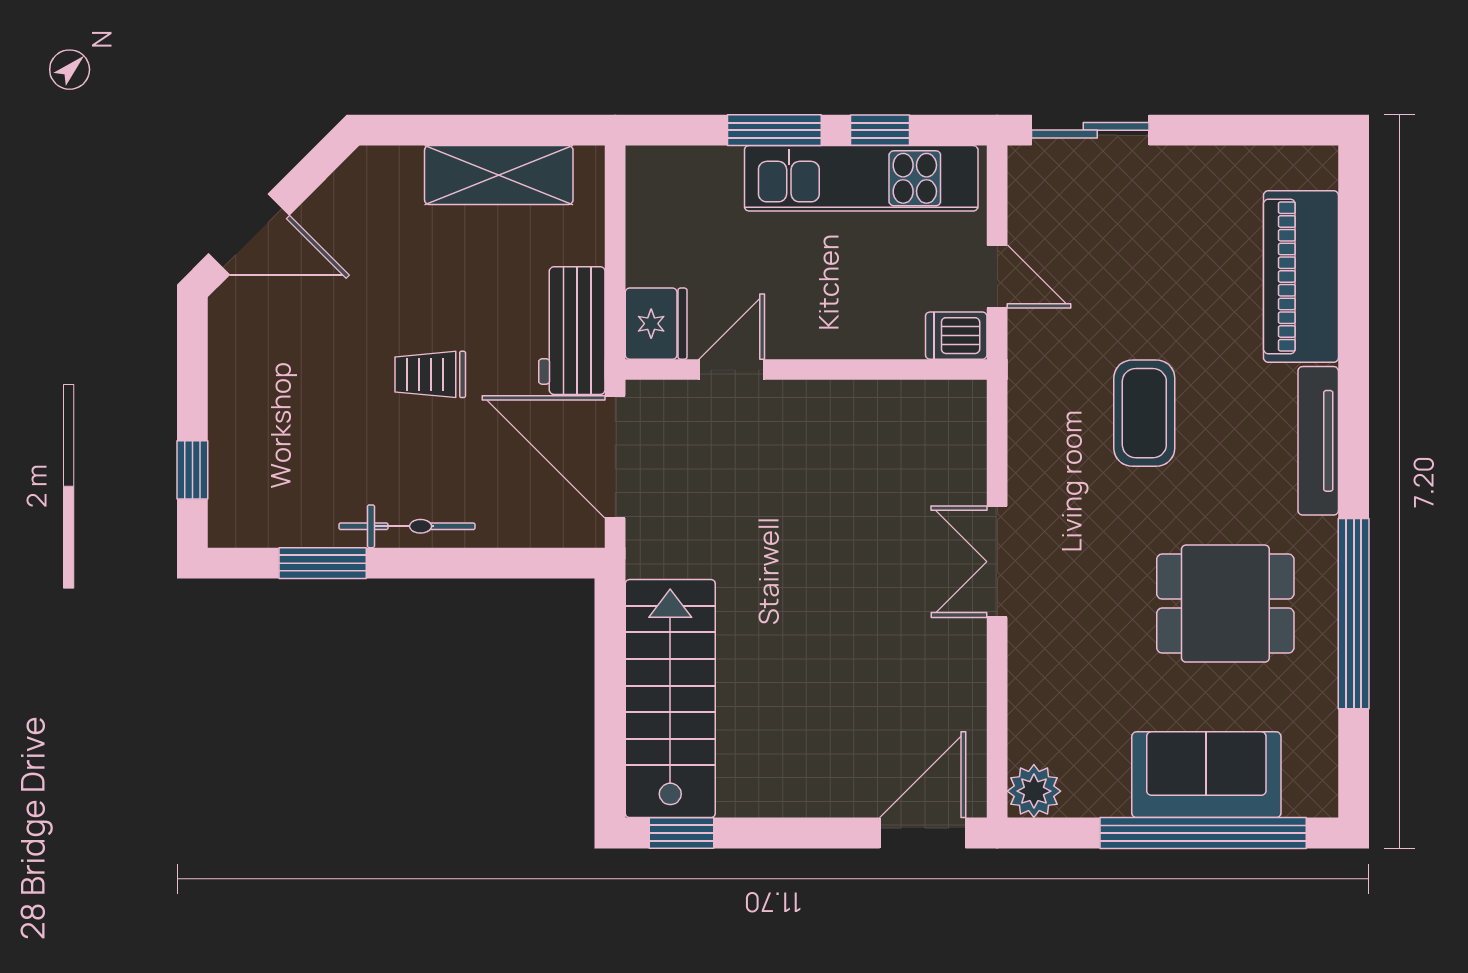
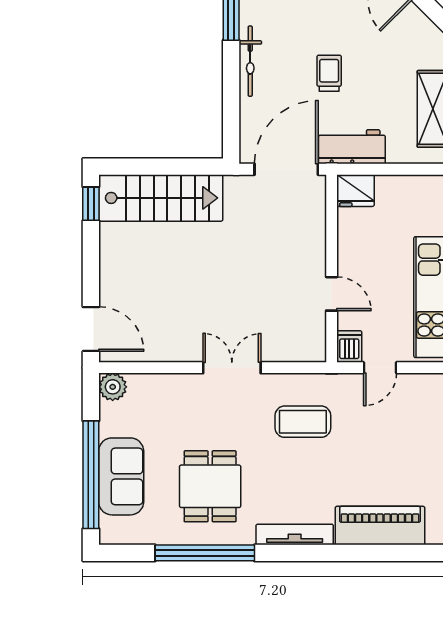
door: (732, 370) -> (332, 294), moved
coffee table: (1144, 413) -> (303, 422), moved

